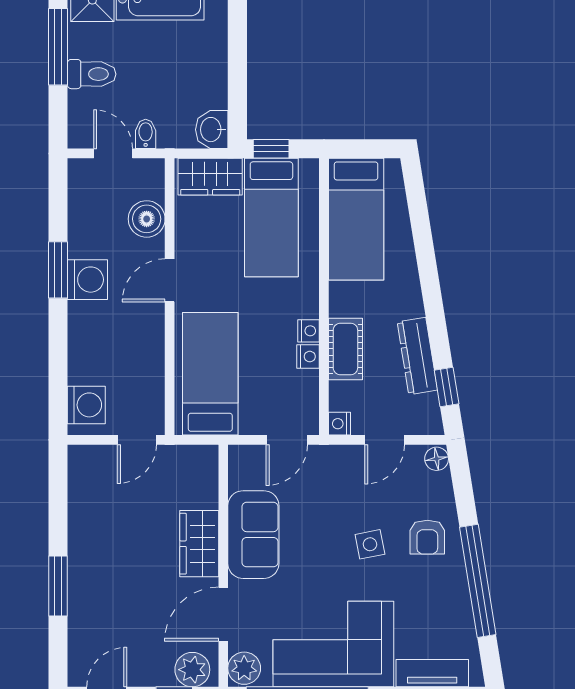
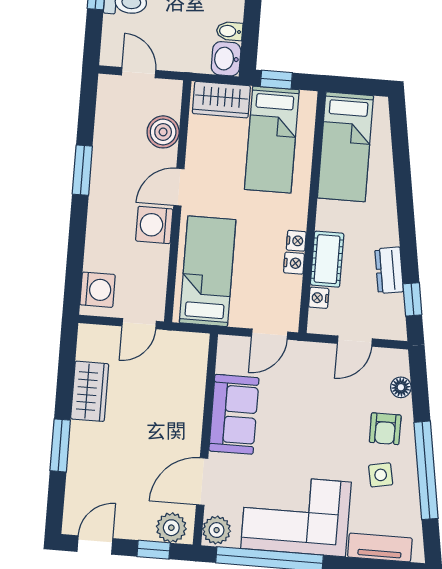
bidet: (146, 134) -> (229, 31), moved, turned -90
washing machine: (87, 280) -> (154, 225), moved, turned 180
dresser: (417, 356) -> (389, 270), width x0.70
nightstand: (339, 424) -> (319, 298), moved
floor lamp: (437, 459) -> (401, 387), moved
wardrobe: (199, 544) -> (90, 391), moved, turned 180
side table: (370, 544) -> (381, 475), moved

